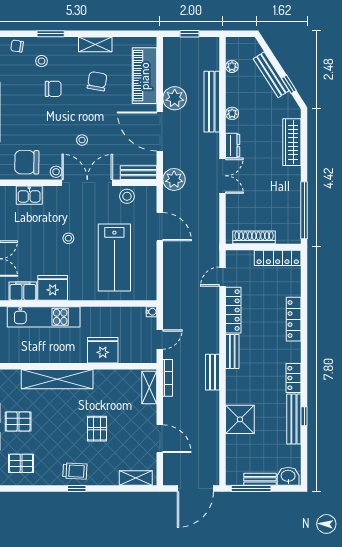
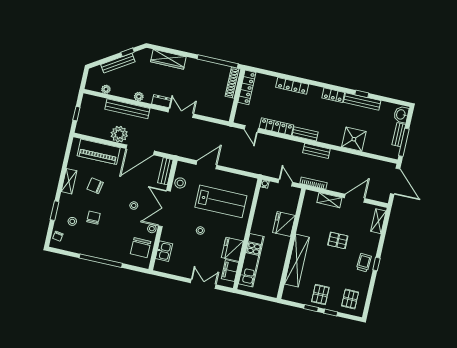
plant: (174, 179) -> (176, 147), removed
shoe rack: (254, 237) -> (233, 83), moved
shelving: (149, 388) -> (329, 200), moved

